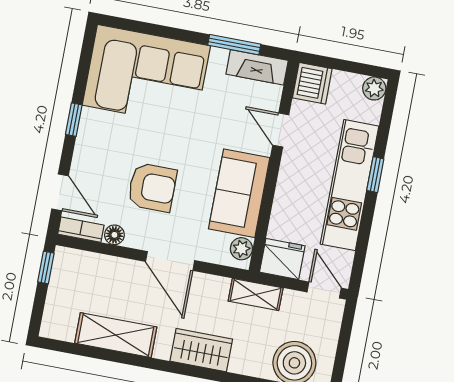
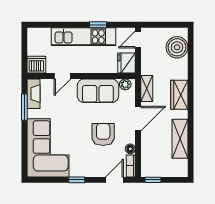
plant: (374, 88) -> (33, 33), removed
window: (375, 175) -> (98, 25), moved
shelving: (256, 294) -> (147, 89), moved

